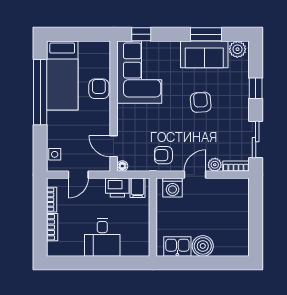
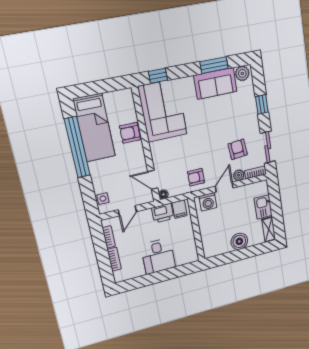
armchair: (99, 89) -> (130, 133), turned -90
armchair: (201, 102) -> (238, 149), moved
shelving: (242, 241) -> (269, 230), added
kitchen sink: (177, 247) -> (263, 207), moved, turned -90

